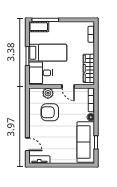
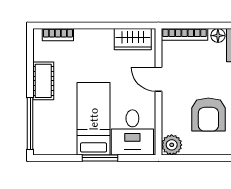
cot: (39, 27) -> (43, 81), moved
wardrobe: (89, 68) -> (133, 39), width x0.67
door: (68, 86) -> (159, 79), swing flipped
plant: (48, 93) -> (172, 145), moved

